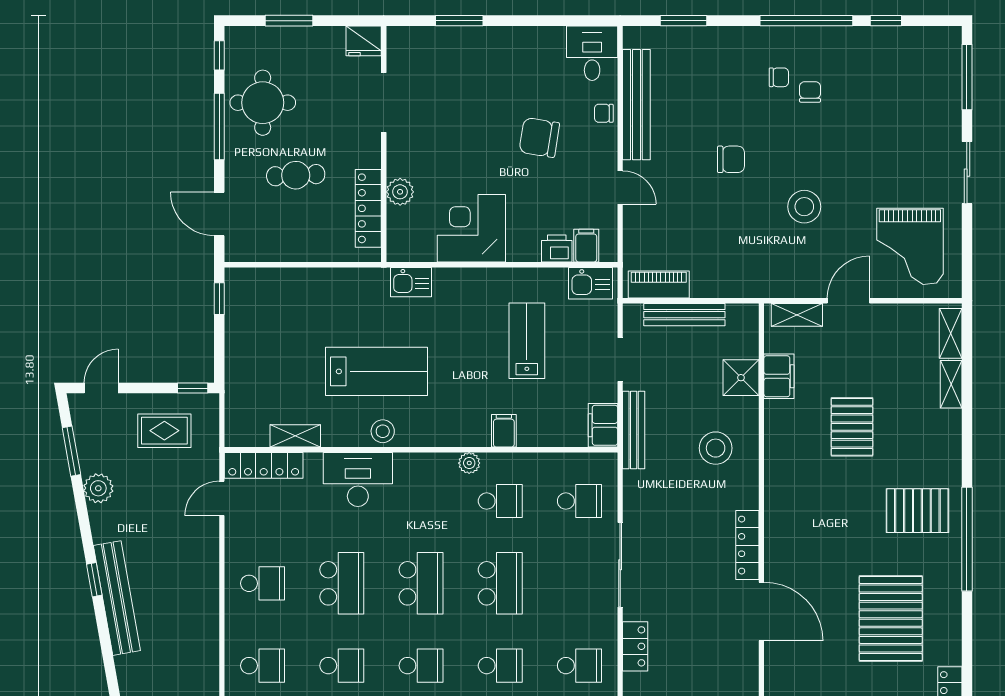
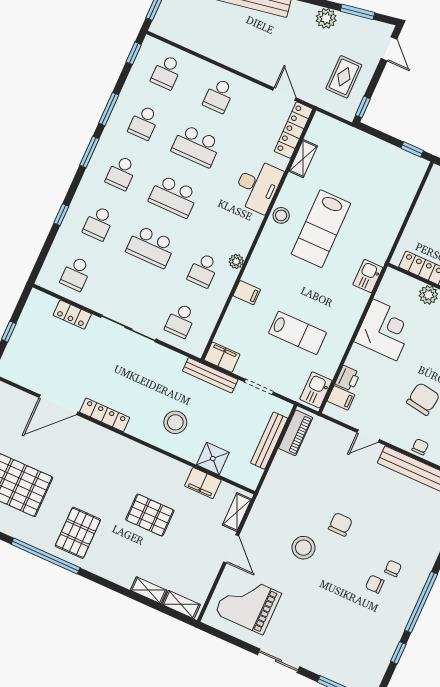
chair: (779, 77) -> (393, 568), turned 180
chair: (810, 92) -> (375, 584), turned 180
chair: (731, 159) -> (340, 524), moved, turned 180

